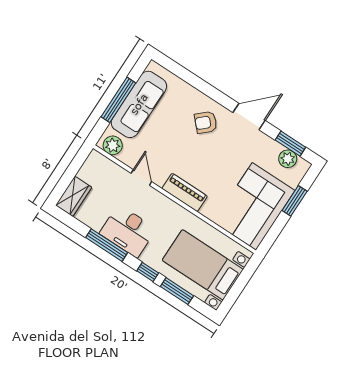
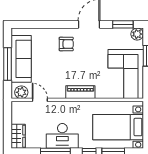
armchair: (206, 122) -> (66, 44), turned -137
plant: (288, 159) -> (137, 34), moved
door: (141, 178) -> (40, 100), moved

